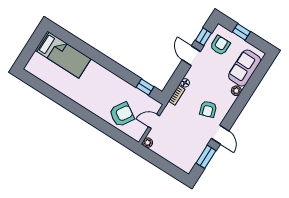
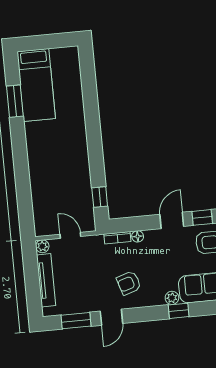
bed: (63, 55) -> (36, 85), moved
window: (51, 93) -> (15, 101), added
window: (247, 93) -> (179, 311), added
armchair: (122, 114) -> (51, 195), removed
tv unit: (169, 156) -> (46, 280), added

